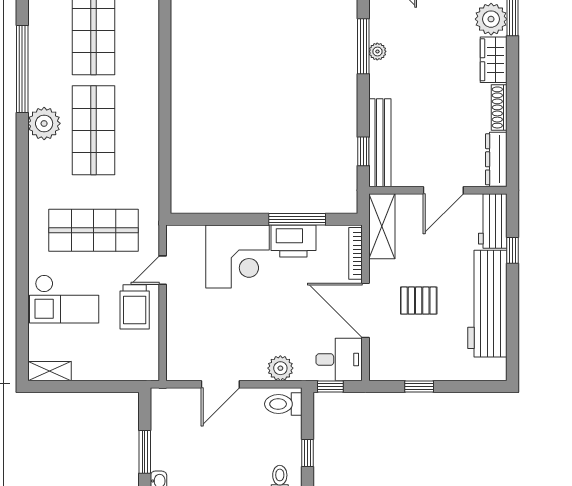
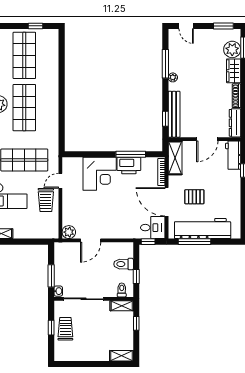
plant: (377, 51) -> (173, 77), moved
workbench: (487, 304) -> (203, 229), moved, turned 90
plant: (280, 368) -> (69, 232), moved
window: (419, 386) -> (195, 242), width x2.17
toilet: (283, 404) -> (124, 264), moved

